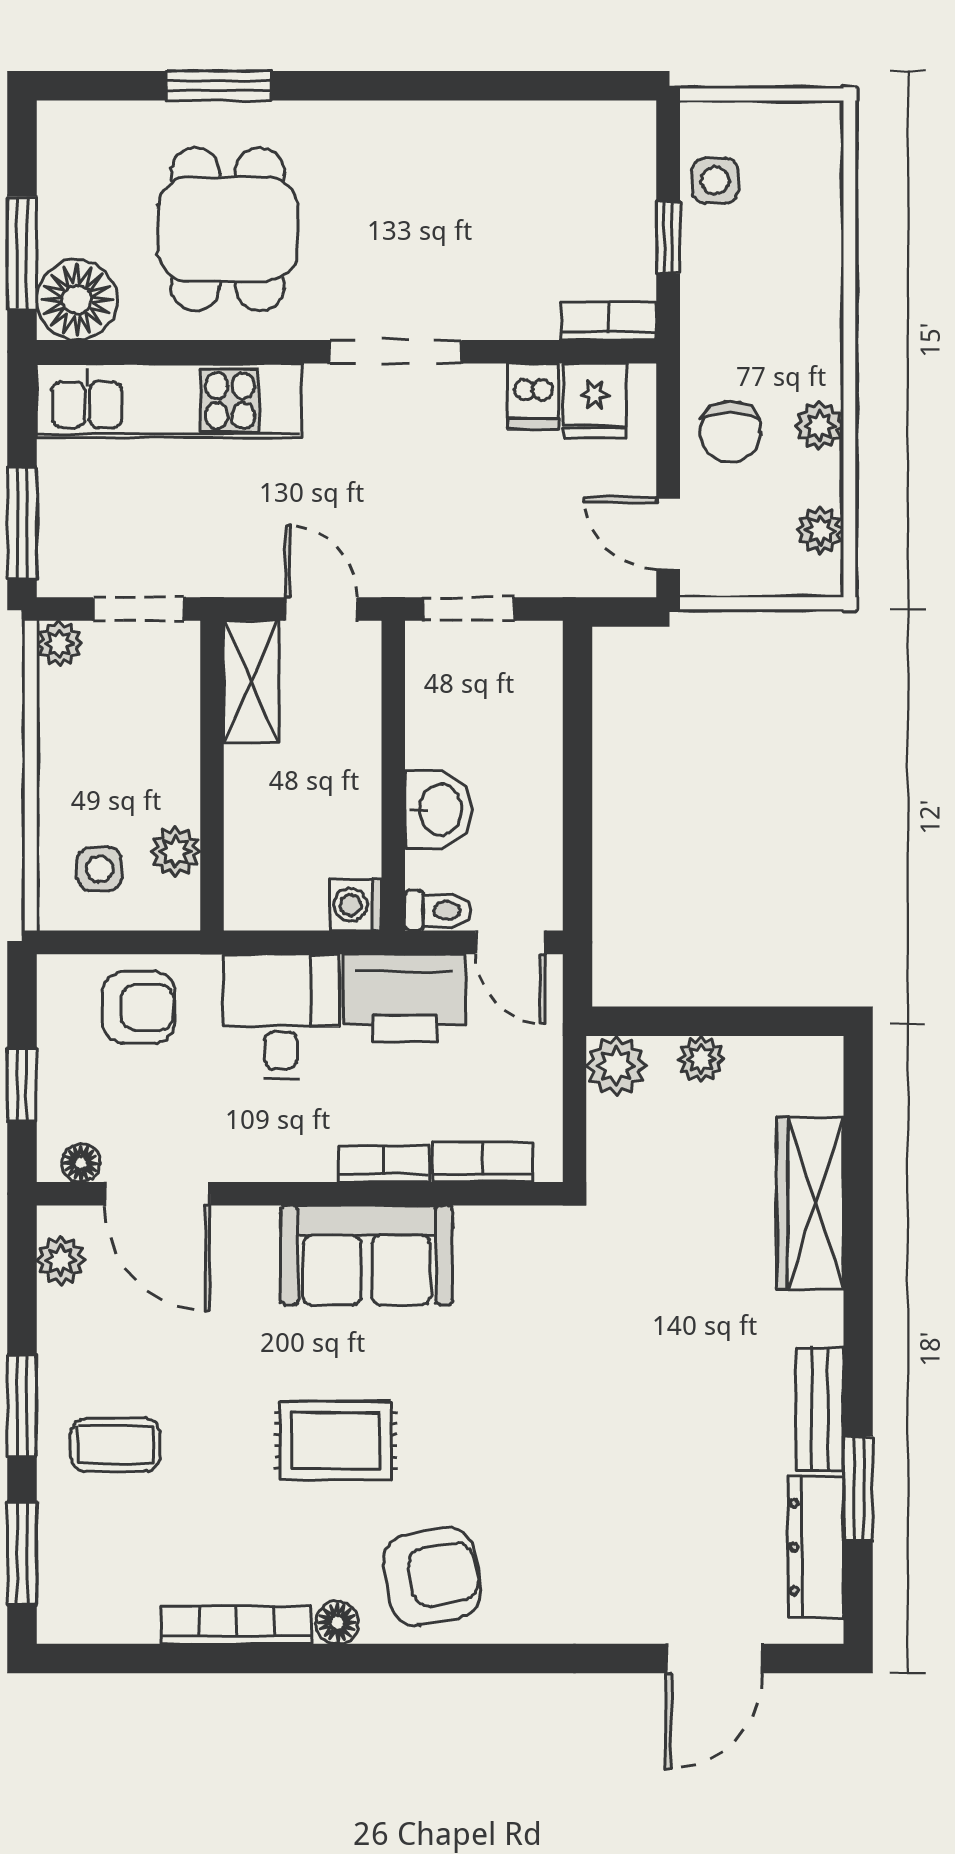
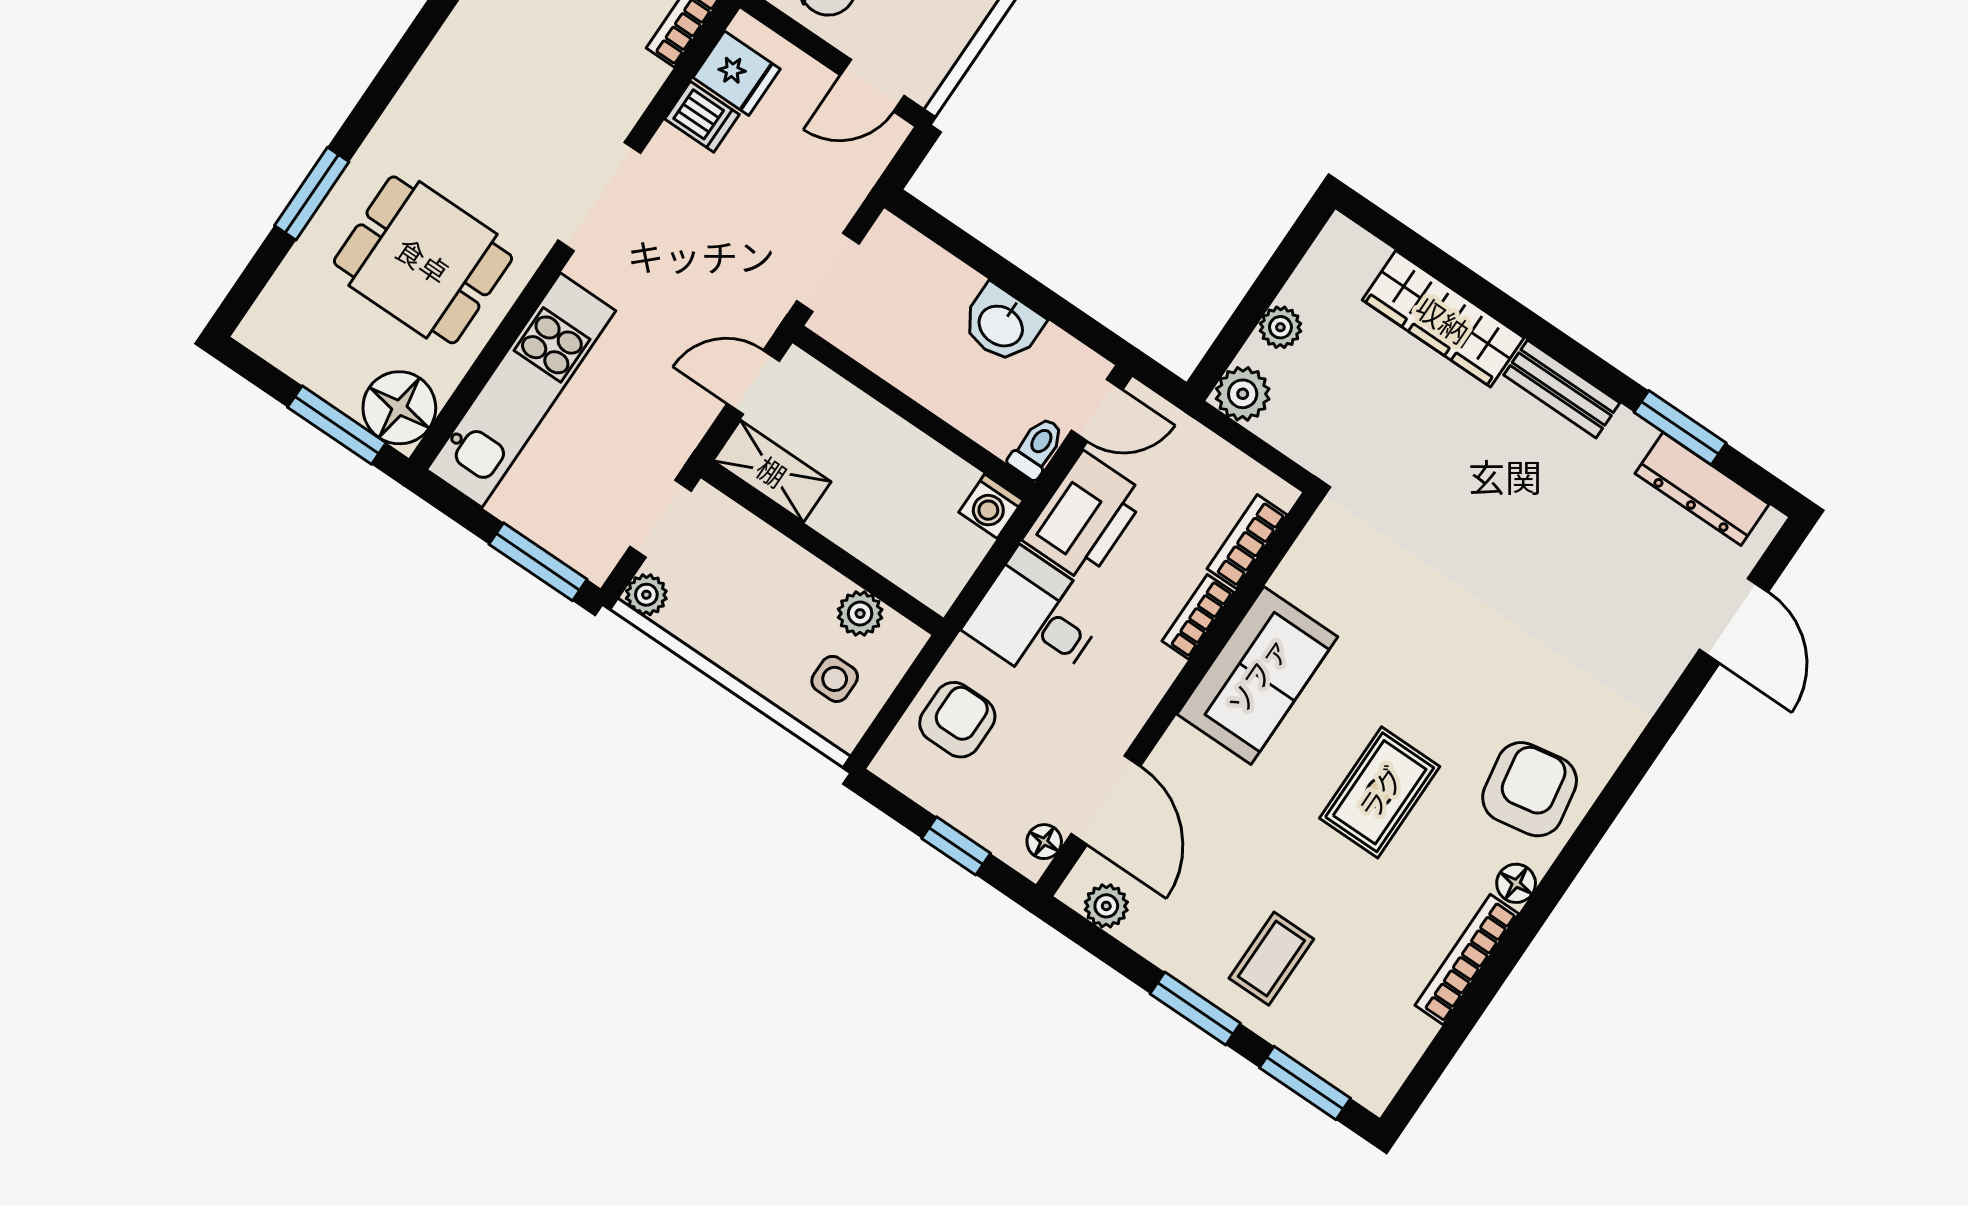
washbasin: (438, 810) -> (1002, 325), moved, turned 180
door: (158, 1194) -> (1106, 800), hinge flipped
bench: (820, 1409) -> (1562, 389), moved

